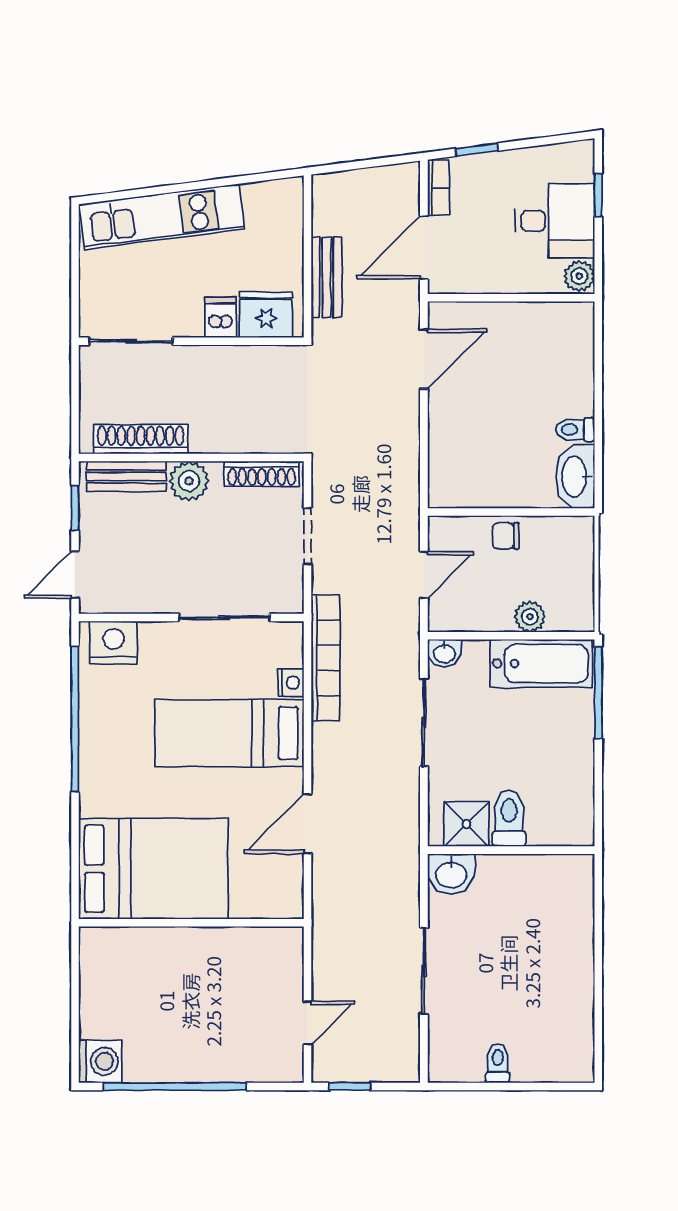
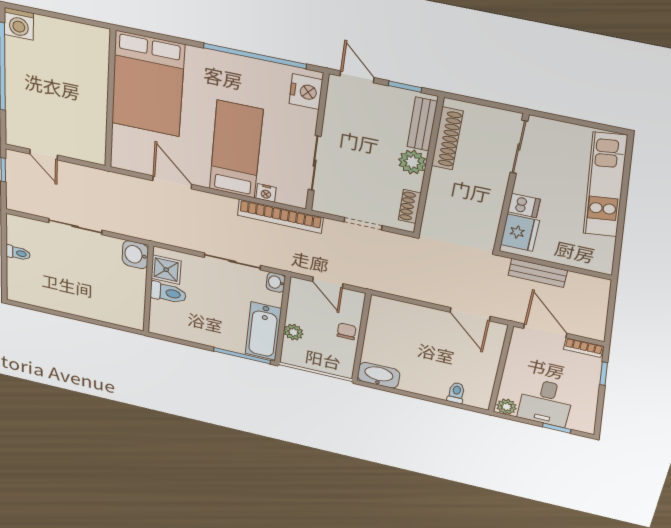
toilet: (575, 430) -> (456, 393), moved
shoe rack: (262, 474) -> (410, 206), width x0.70

